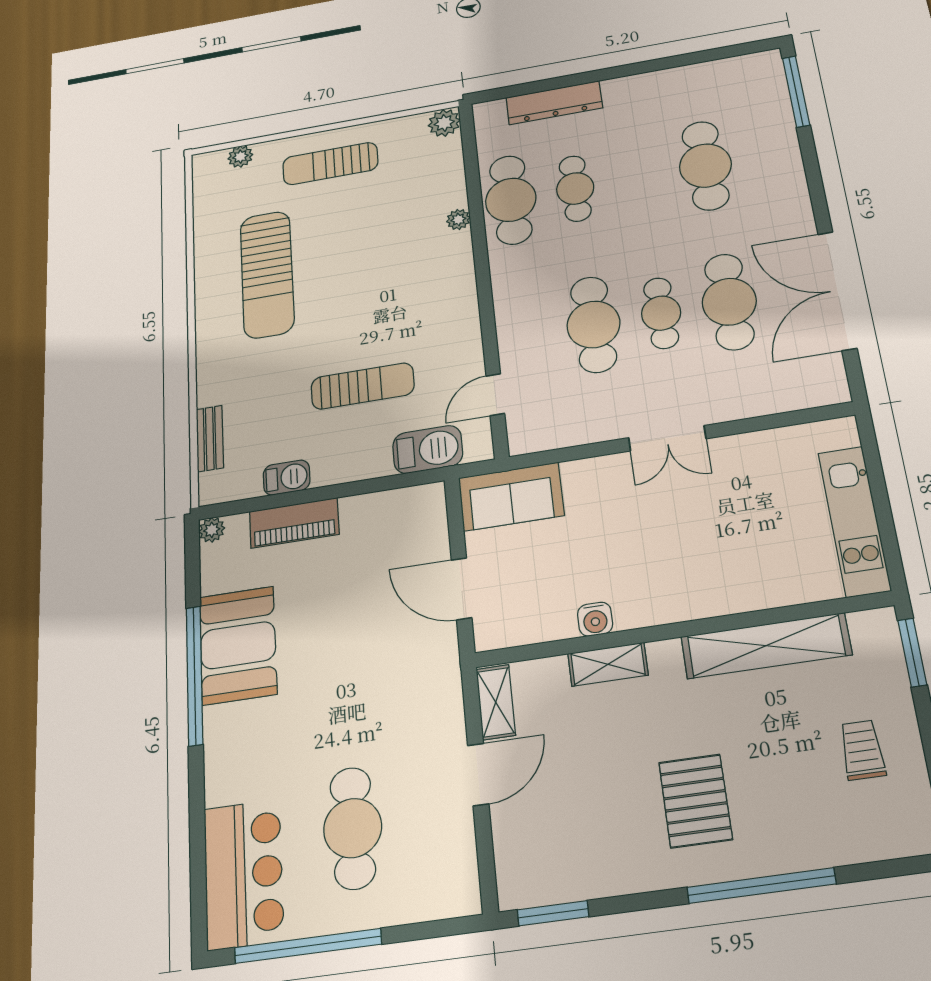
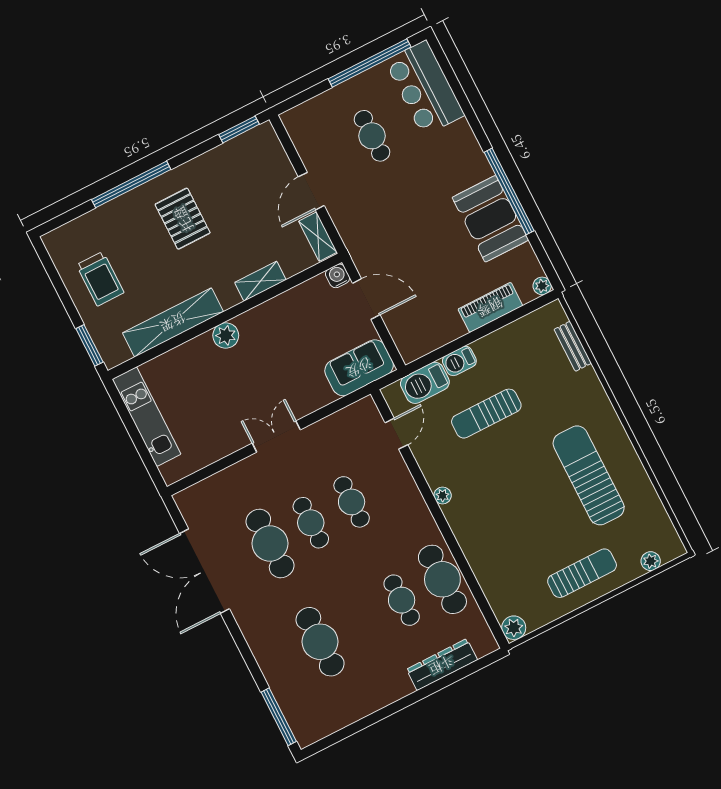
plant: (458, 219) -> (443, 495), moved
double door: (837, 290) -> (205, 571), swing flipped
cafe table: (593, 324) -> (352, 502), width x0.73, depth x0.74
barbecue: (287, 478) -> (459, 361), moved
plant: (691, 601) -> (226, 335), added
water cooler: (595, 619) -> (338, 276), moved
trolley: (862, 750) -> (100, 279), width x1.36, depth x1.39
cafe table: (353, 828) -> (372, 136), width x0.73, depth x0.74

